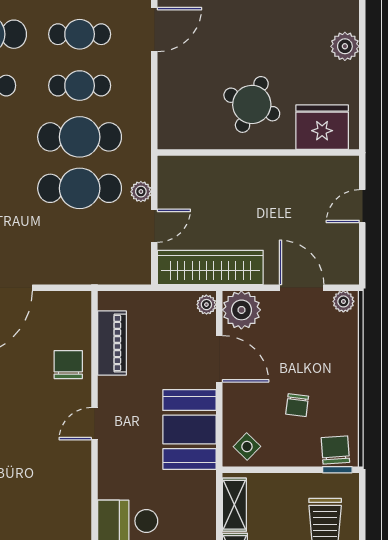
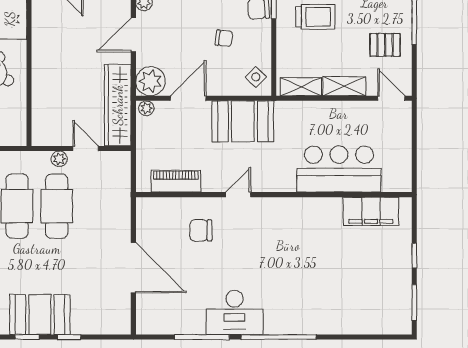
chair: (68, 365) -> (201, 230), moved
door: (94, 424) -> (238, 195), swing flipped

